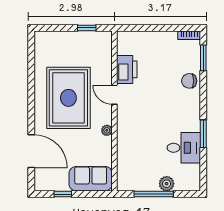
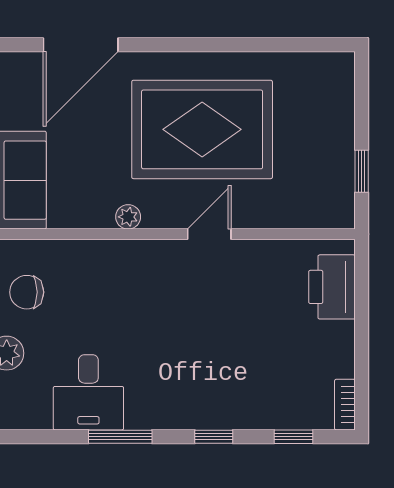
window: (203, 58) -> (293, 437), width x0.67
printer: (127, 69) -> (332, 287), moved, turned 90
chair: (189, 81) -> (27, 292), moved, turned -90
window: (203, 93) -> (214, 437), added

